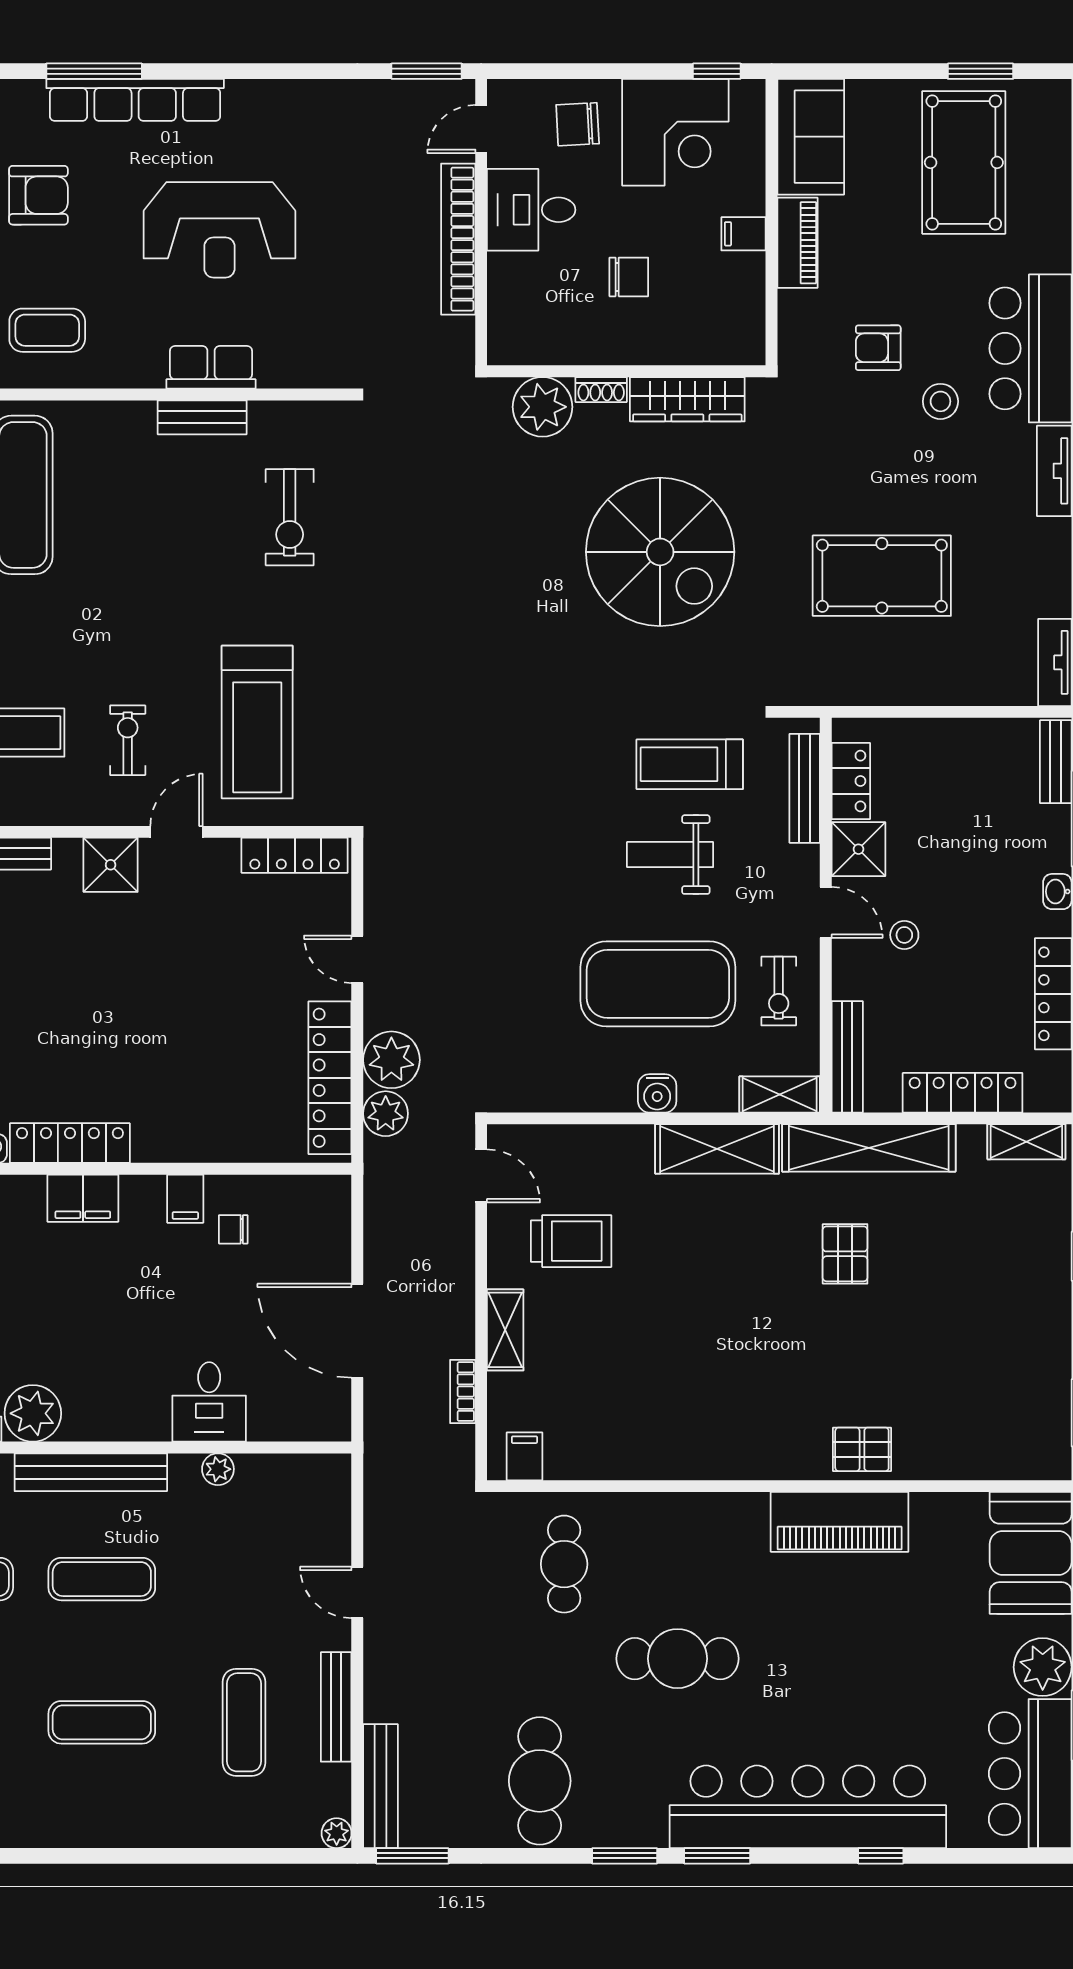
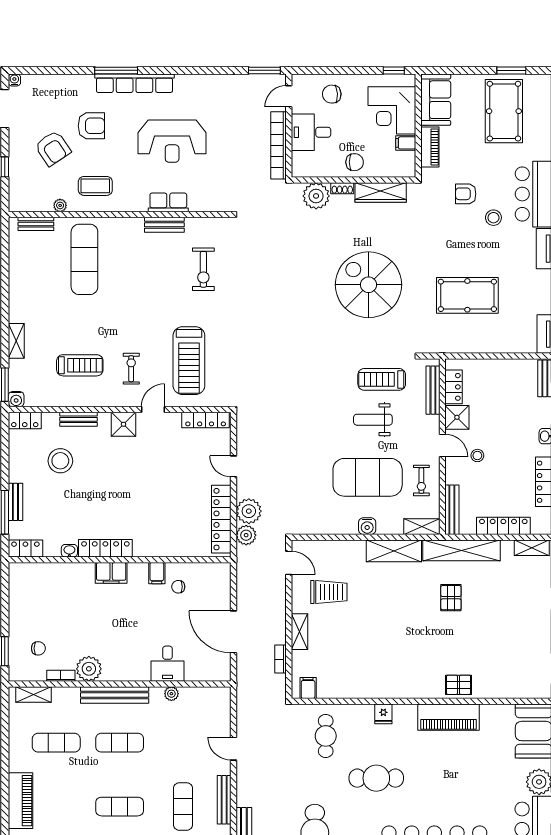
corner desk: (675, 132) -> (392, 110), moved, turned 90
wall: (626, 371) -> (353, 180), moved
shoe rack: (601, 390) -> (342, 188), moved
wardrobe: (687, 399) -> (381, 193), moved
plant: (542, 407) -> (316, 196), moved
spiral stairs: (660, 552) -> (368, 285), turned 180
fridge: (694, 1515) -> (383, 714), added

